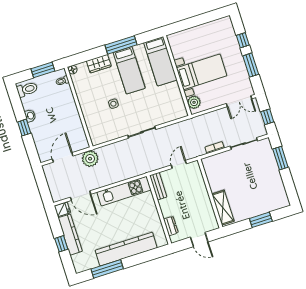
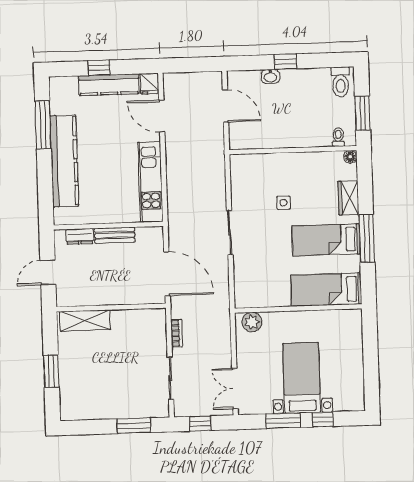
bed with nightstands: (202, 72) -> (302, 378), moved, turned 180
washbasin: (30, 116) -> (270, 76), moved
plant: (90, 159) -> (212, 146), removed
door: (179, 164) -> (167, 274), width x1.87
bench: (158, 186) -> (115, 235), moved
door: (81, 196) -> (162, 116), hinge flipped

